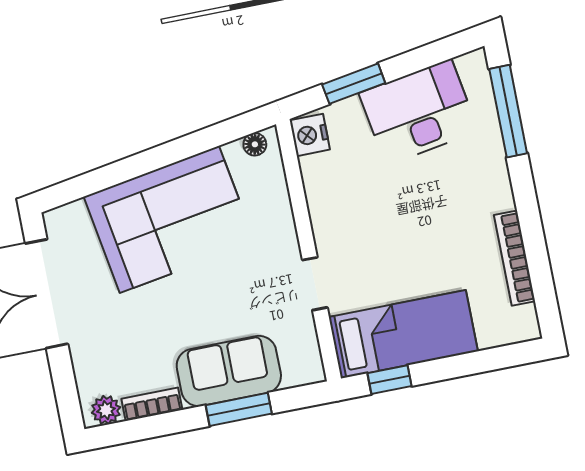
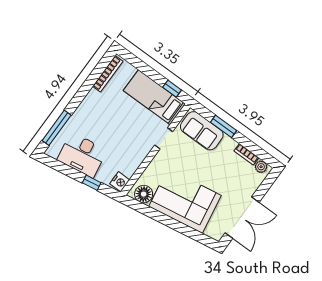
window: (354, 84) -> (92, 183), width x0.67
floor lamp: (255, 144) -> (144, 194), width x1.89, depth x1.89
bookcase: (515, 258) -> (108, 74), moved
sofa: (229, 371) -> (202, 131), moved

